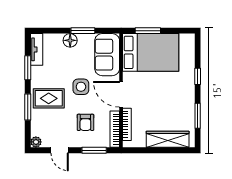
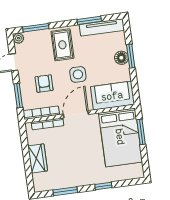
window: (83, 31) -> (131, 56), moved
tv unit: (37, 49) -> (102, 27), width x1.41
window: (28, 107) -> (36, 28), moved
armchair: (85, 122) -> (44, 84), turned 90
wardrobe: (168, 139) -> (38, 158), width x0.67

